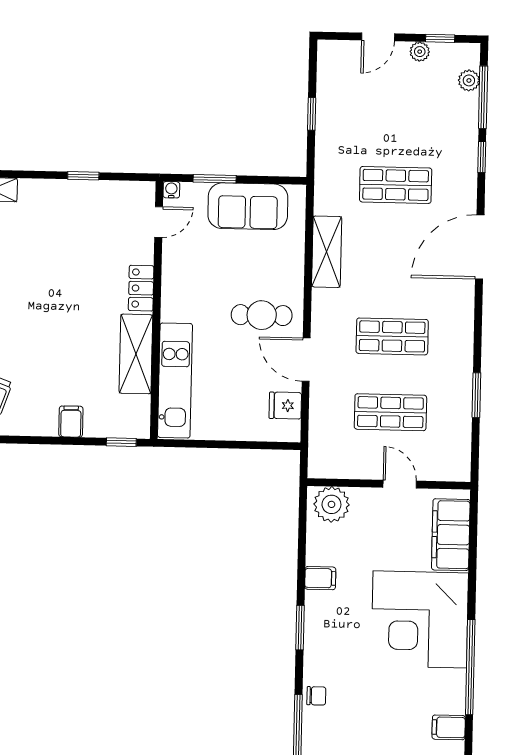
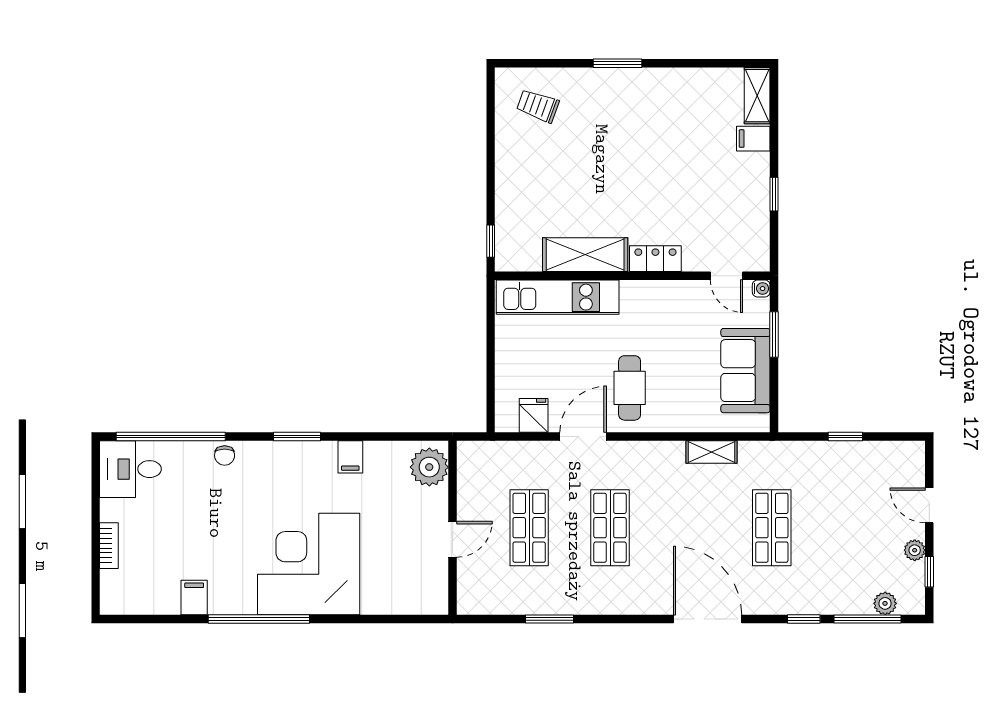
shelving: (327, 252) -> (711, 452), width x0.67, depth x0.75
filing cabinet: (71, 422) -> (753, 139), moved, turned 180
filing cabinet: (451, 535) -> (400, 595), removed

